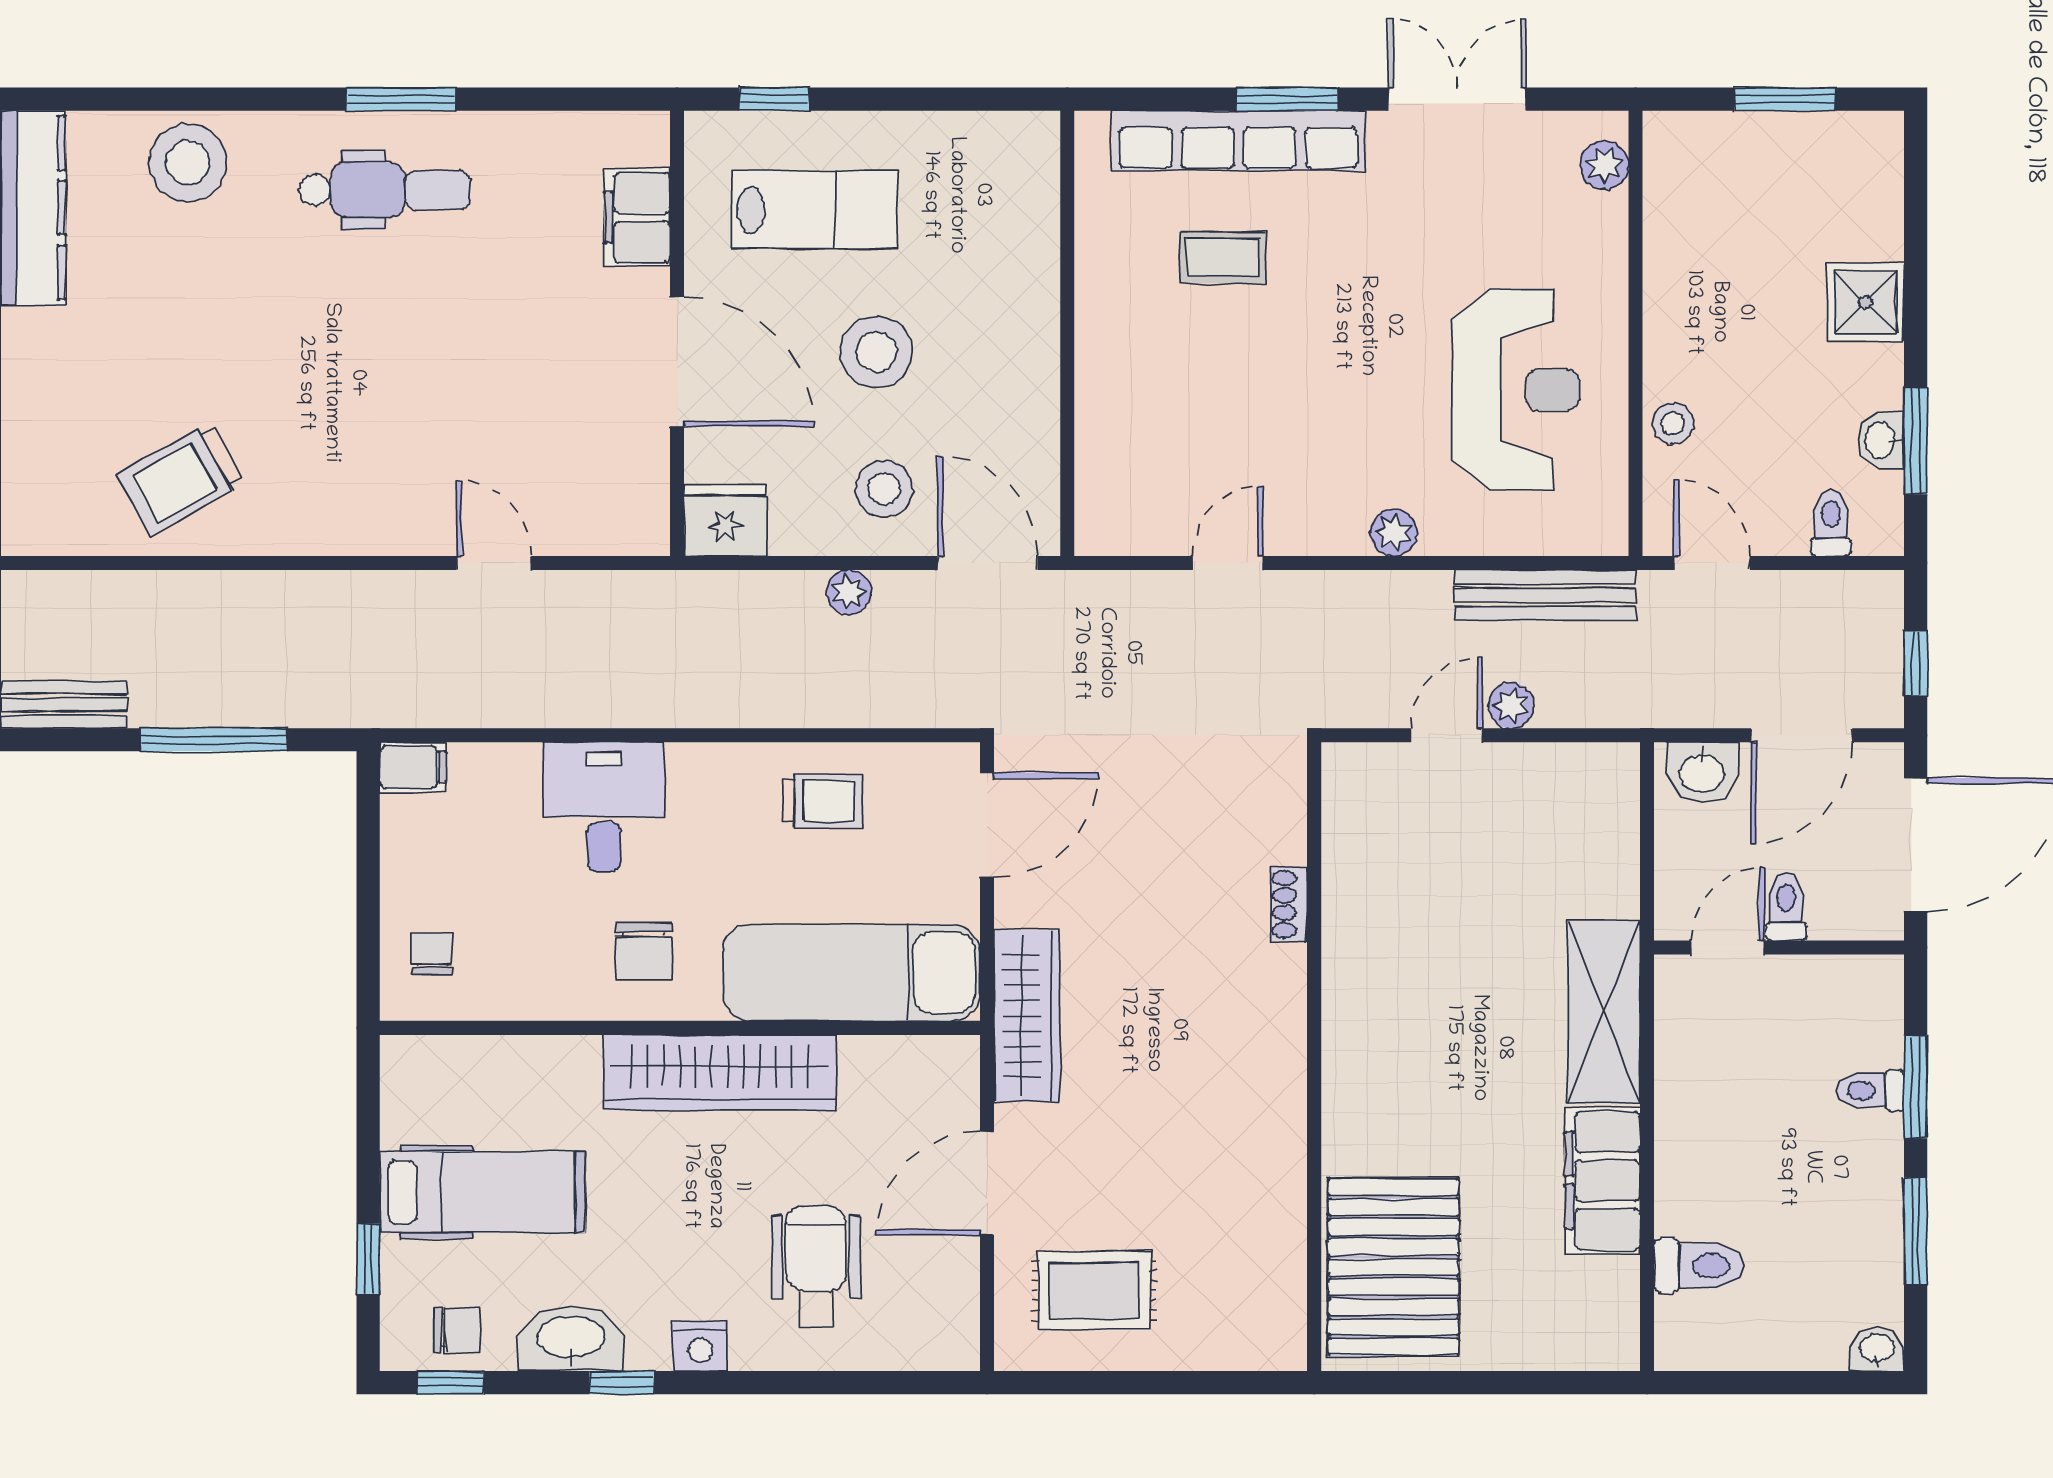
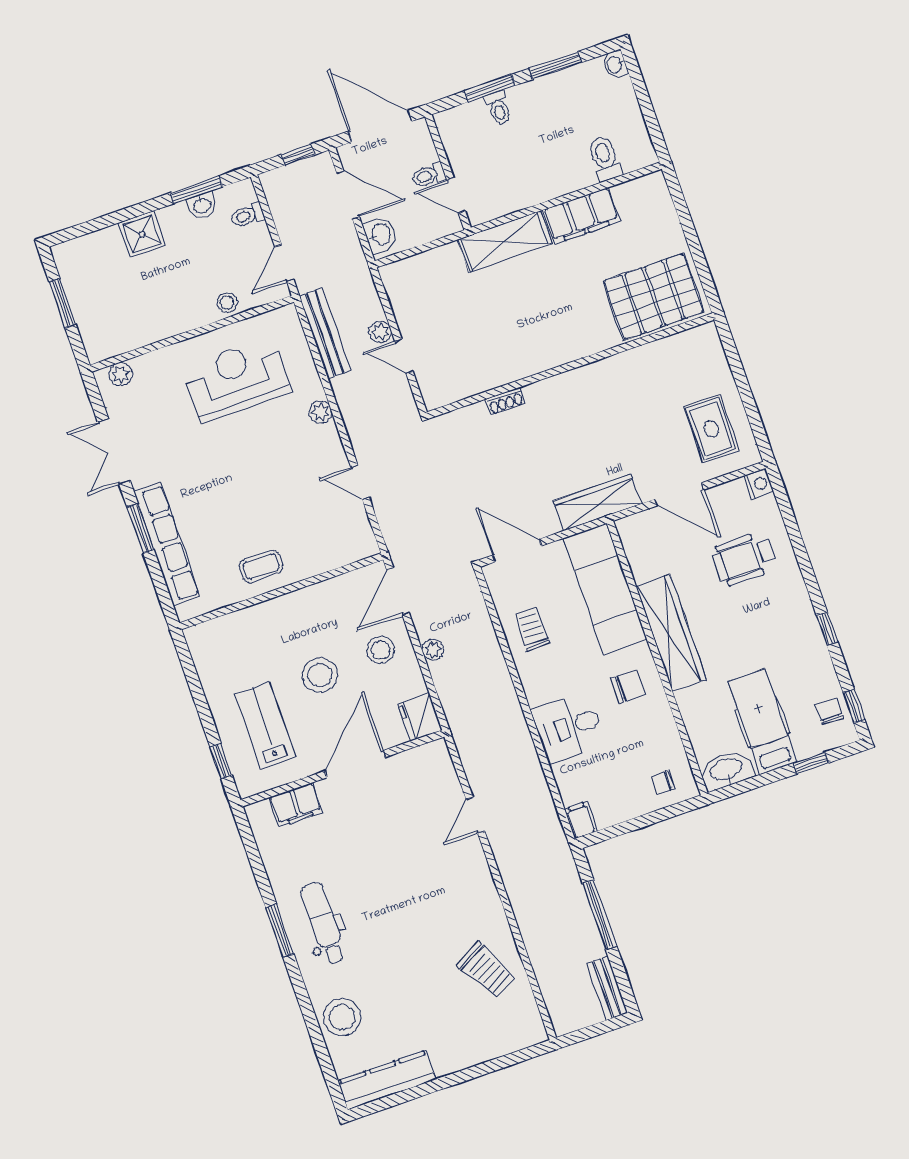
coffee table: (1223, 257) -> (261, 566), moved, turned 90
washbasin: (571, 1339) -> (726, 770), moved, turned 90
nightstand: (700, 1346) -> (759, 484), moved

